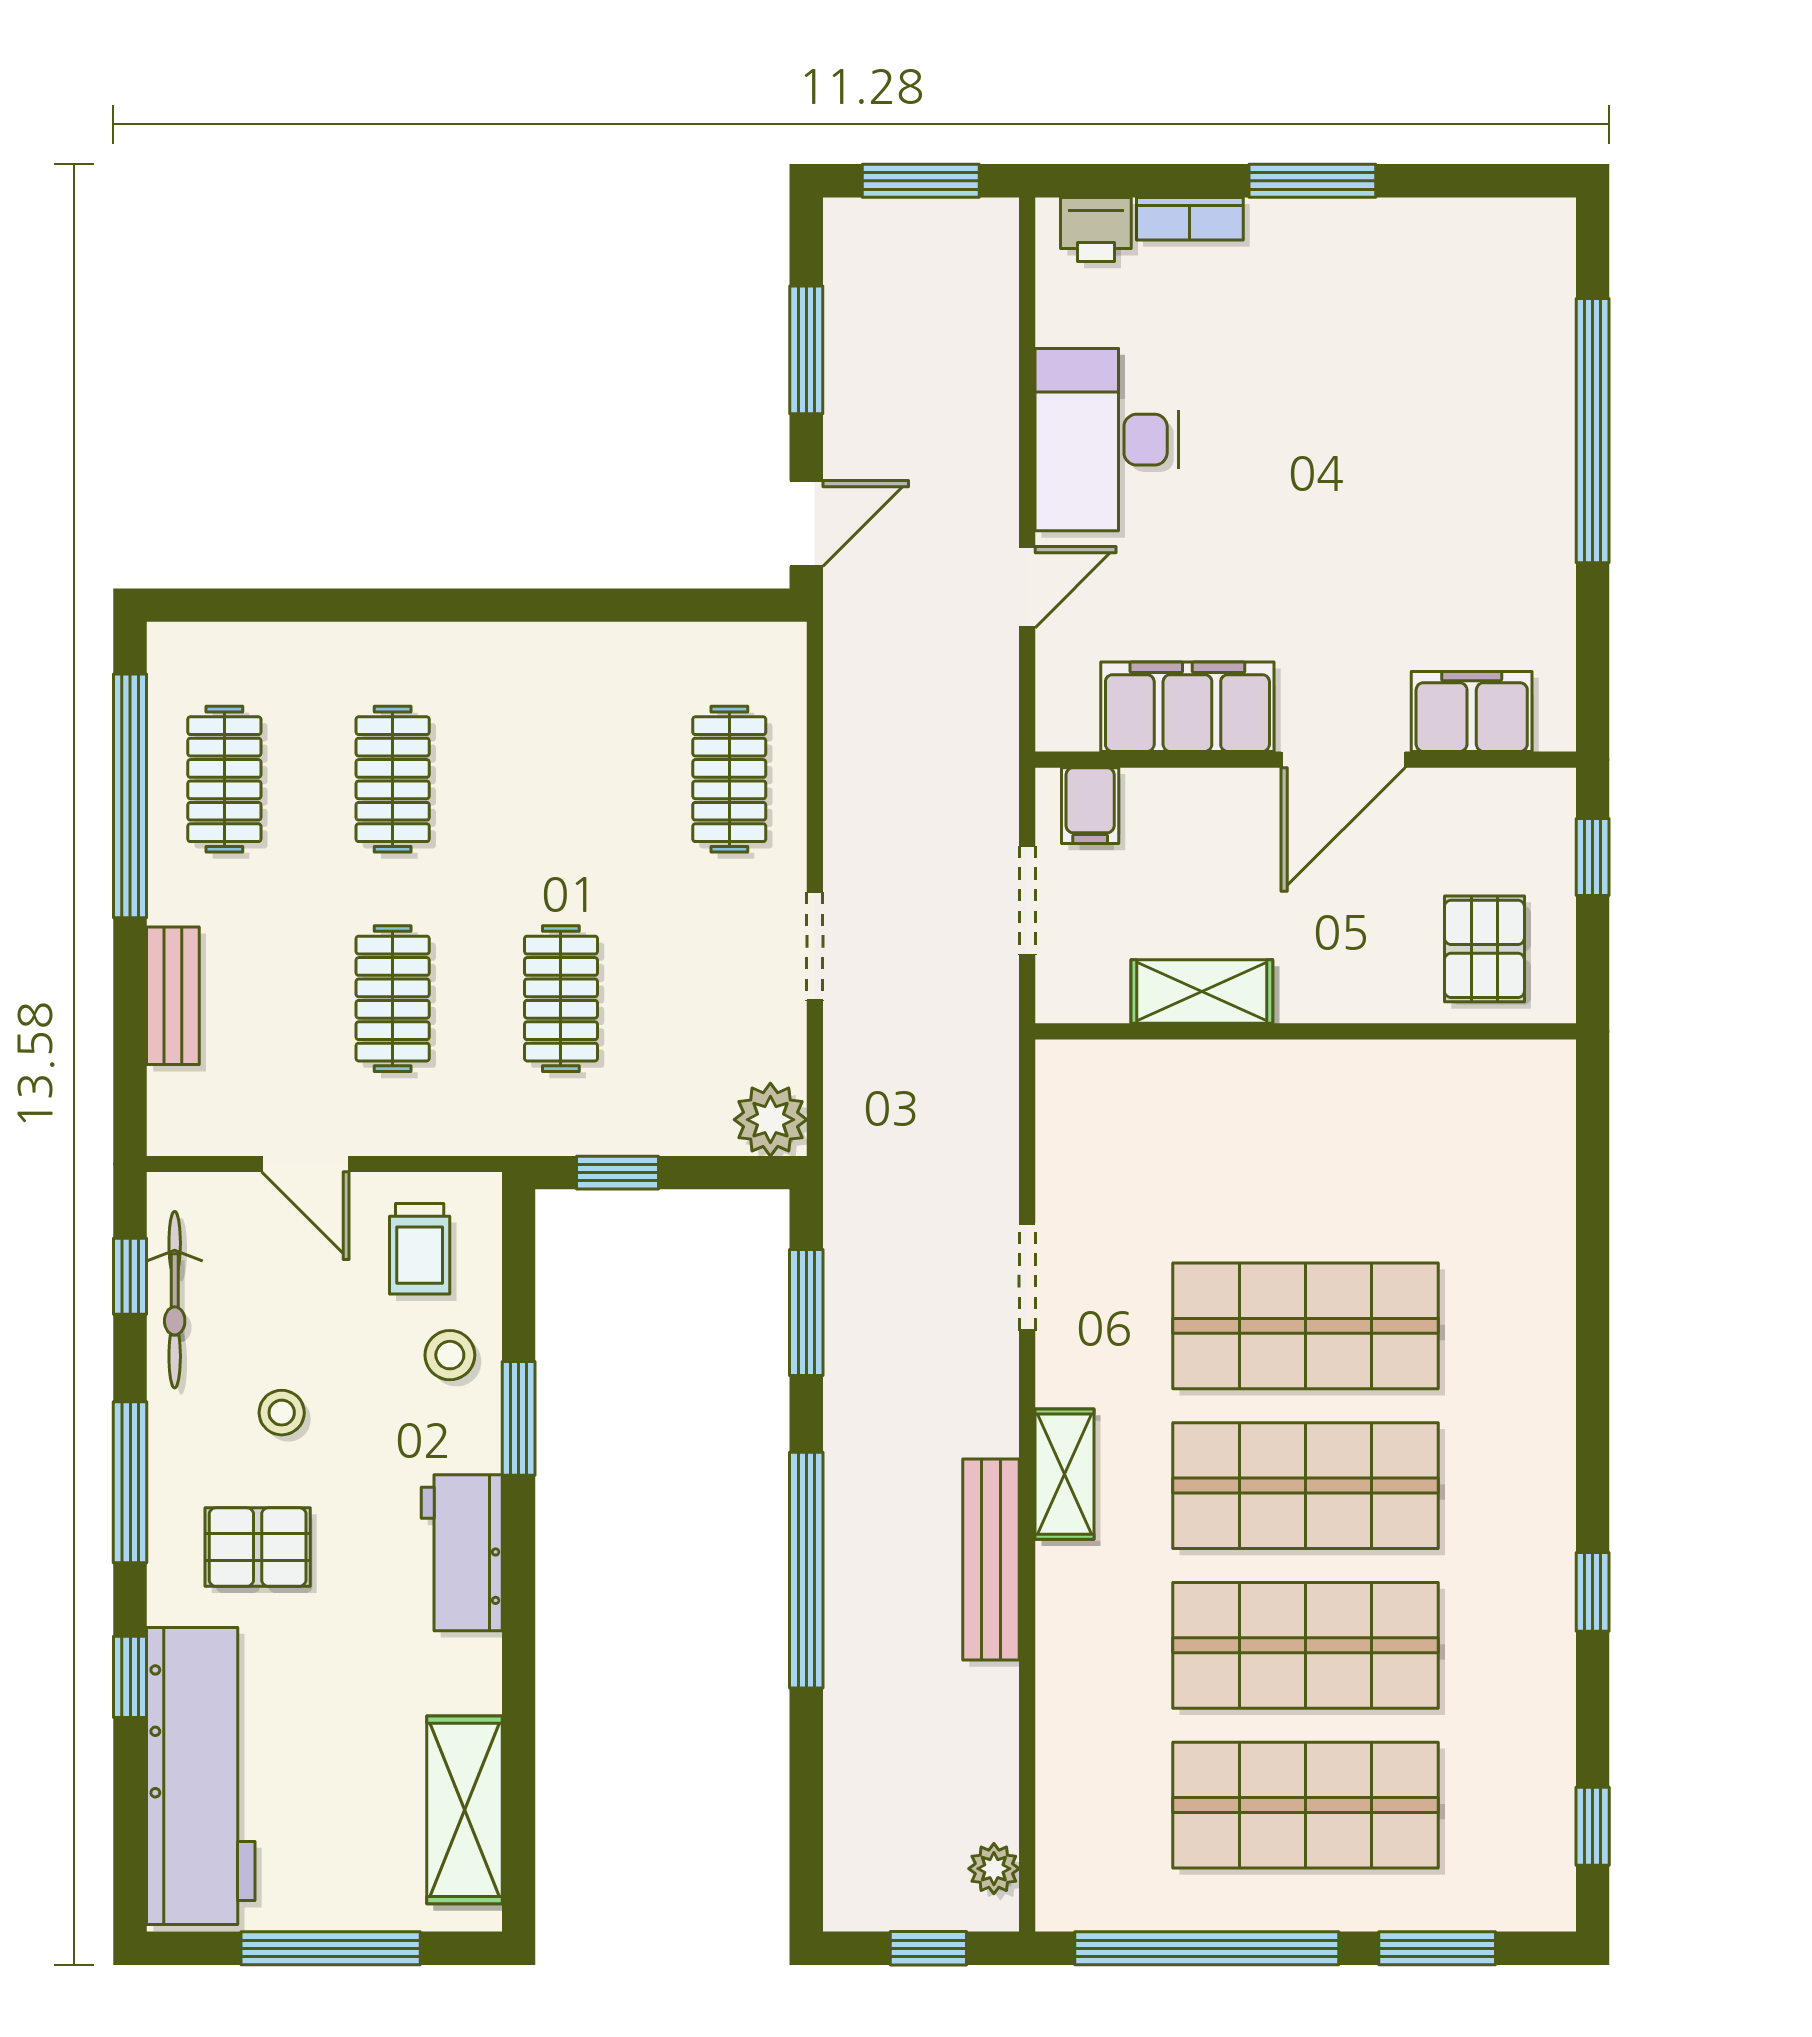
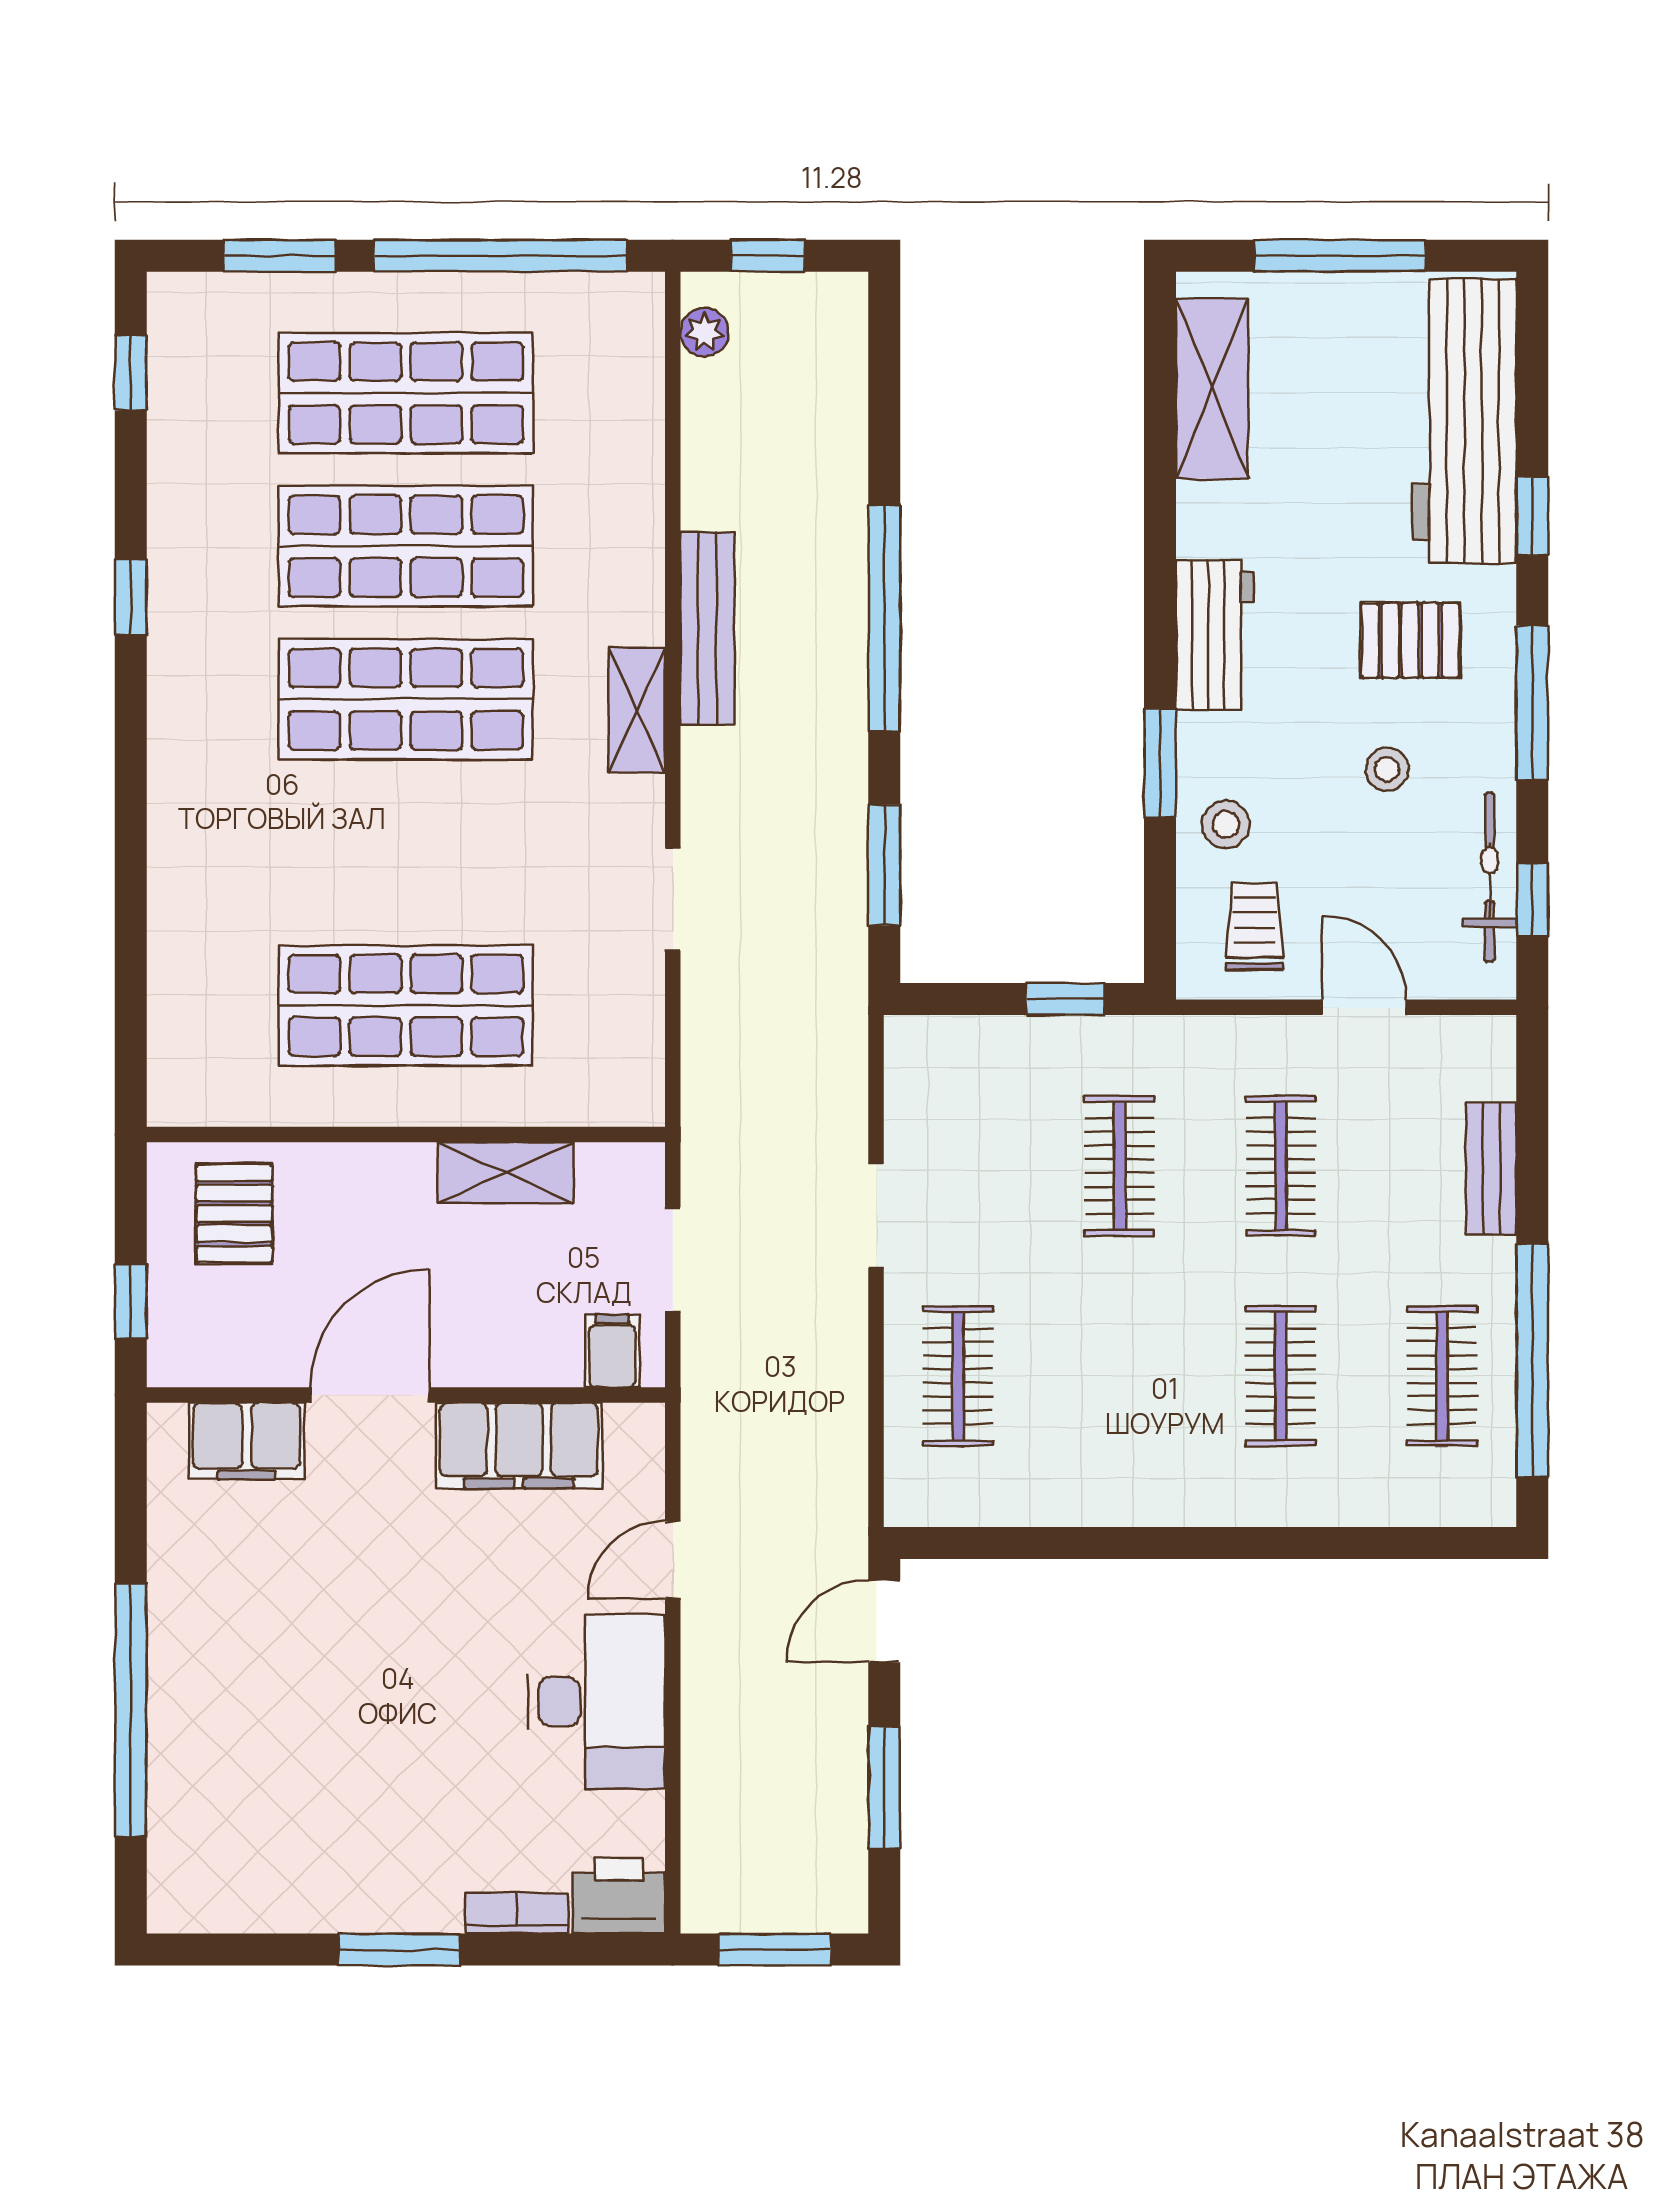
printer: (1096, 229) -> (619, 1896), width x1.36, depth x1.24
plant: (770, 1120) -> (919, 1050), removed
shop shelf: (1306, 1326) -> (406, 1005), moved

